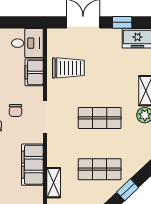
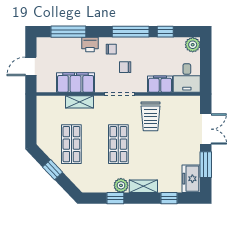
window: (122, 22) -> (206, 165), width x1.50
trolley: (68, 68) -> (151, 116), moved
shelving: (54, 183) -> (79, 102), moved

